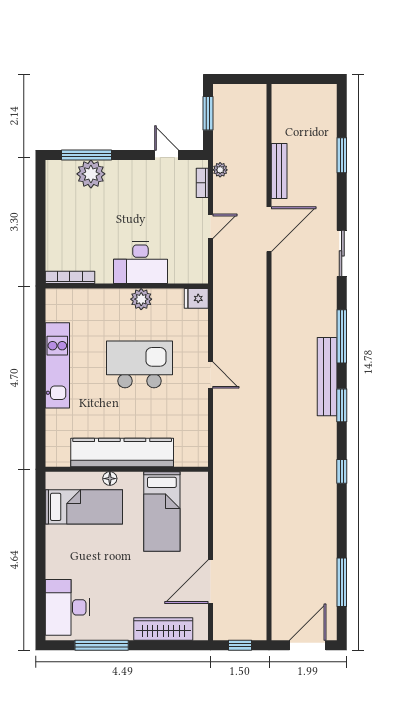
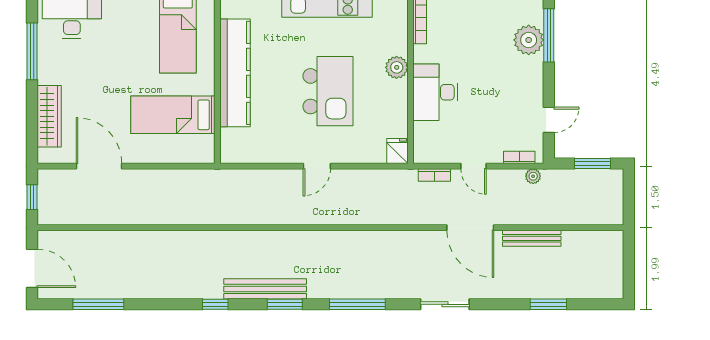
bookcase: (219, 263) -> (434, 175), added
plant: (141, 299) -> (397, 67), moved
bench: (327, 377) -> (265, 289), moved
floor lamp: (110, 479) -> (208, 60), removed

